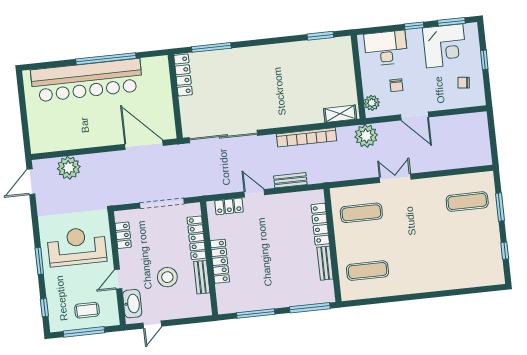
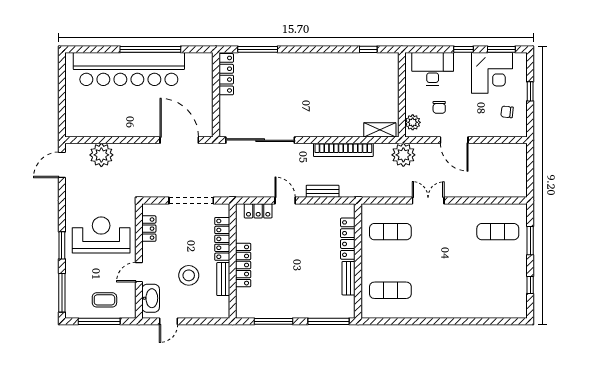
window: (320, 36) -> (368, 49), width x0.67
window: (44, 308) -> (62, 293), width x2.17

